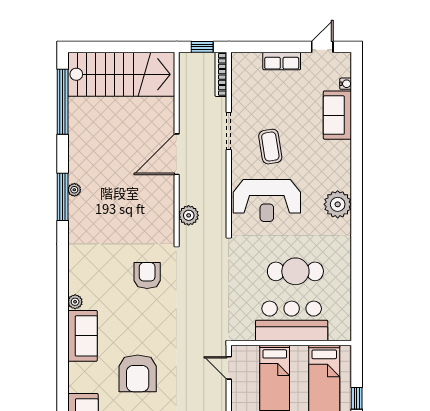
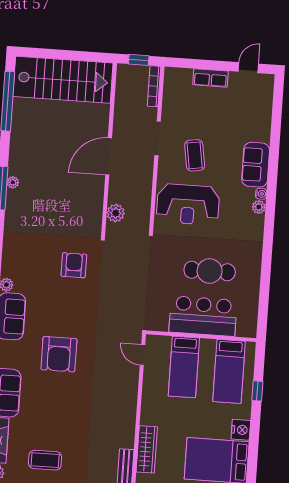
water cooler: (346, 84) -> (261, 194), moved
sofa: (337, 115) -> (256, 165), moved
plant: (338, 204) -> (259, 207), width x0.53, depth x0.53

